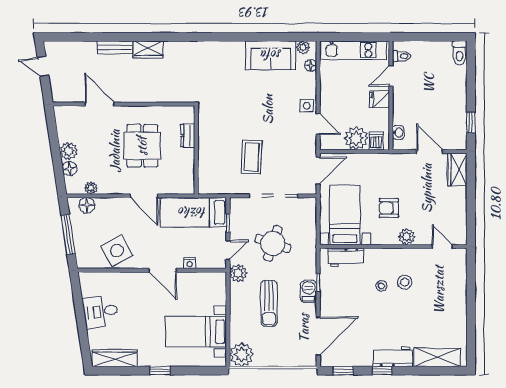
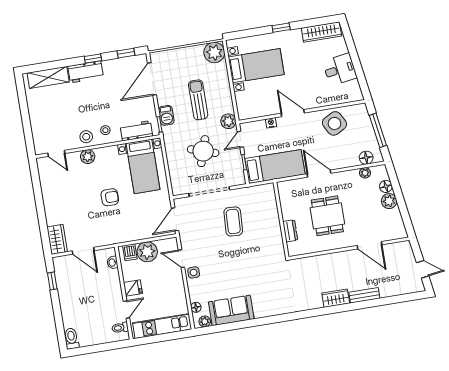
bed with nightstands: (345, 215) -> (143, 166), moved
plant: (407, 237) -> (88, 157), moved
wall: (393, 246) -> (98, 146), moved
door: (442, 246) -> (56, 153), moved
workbench: (346, 257) -> (136, 131), moved

